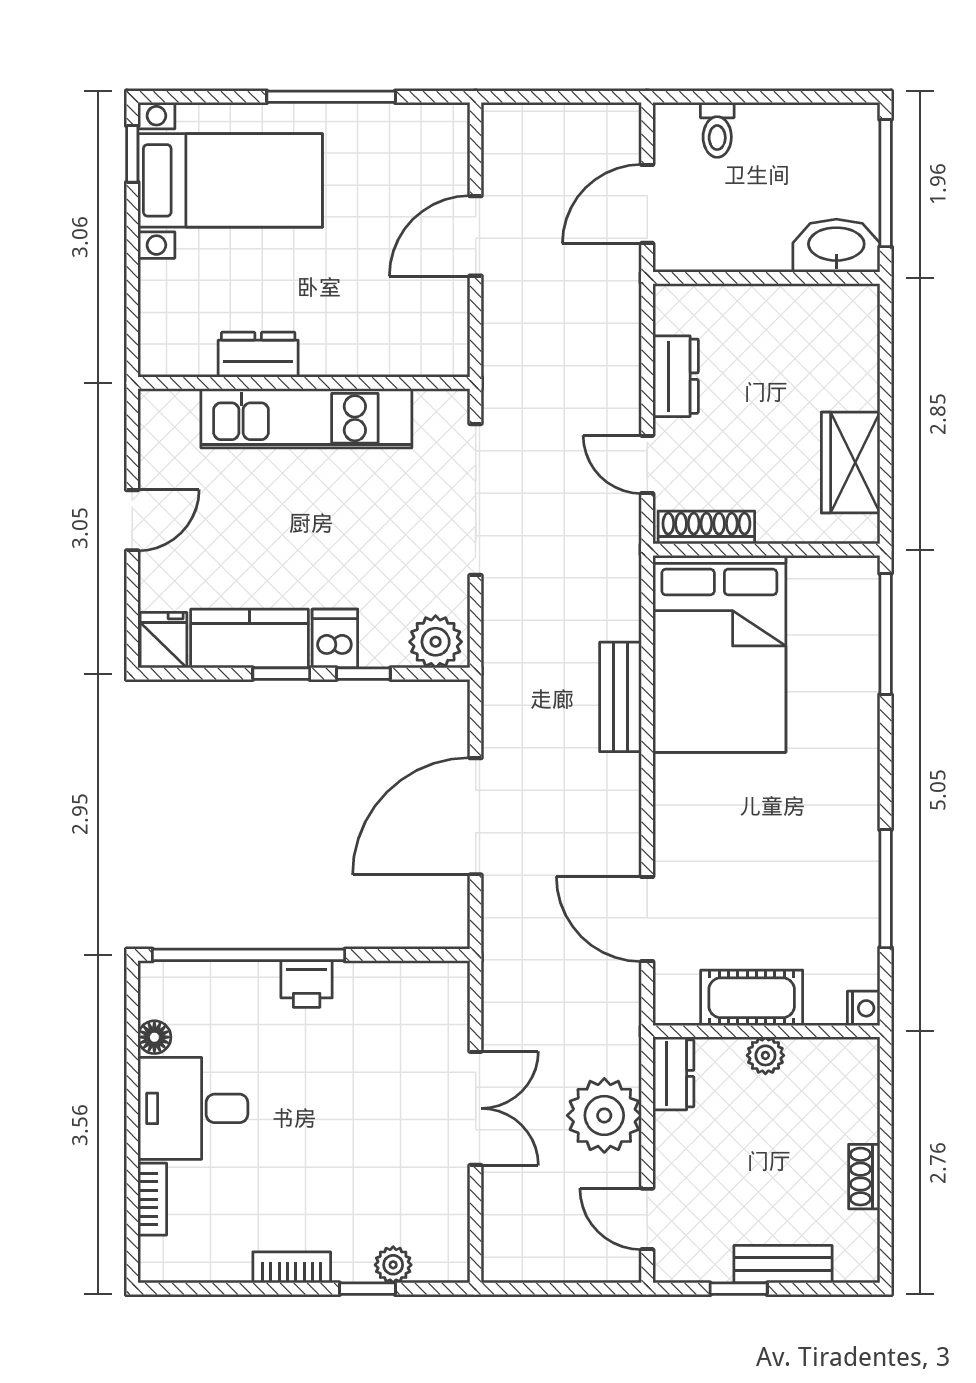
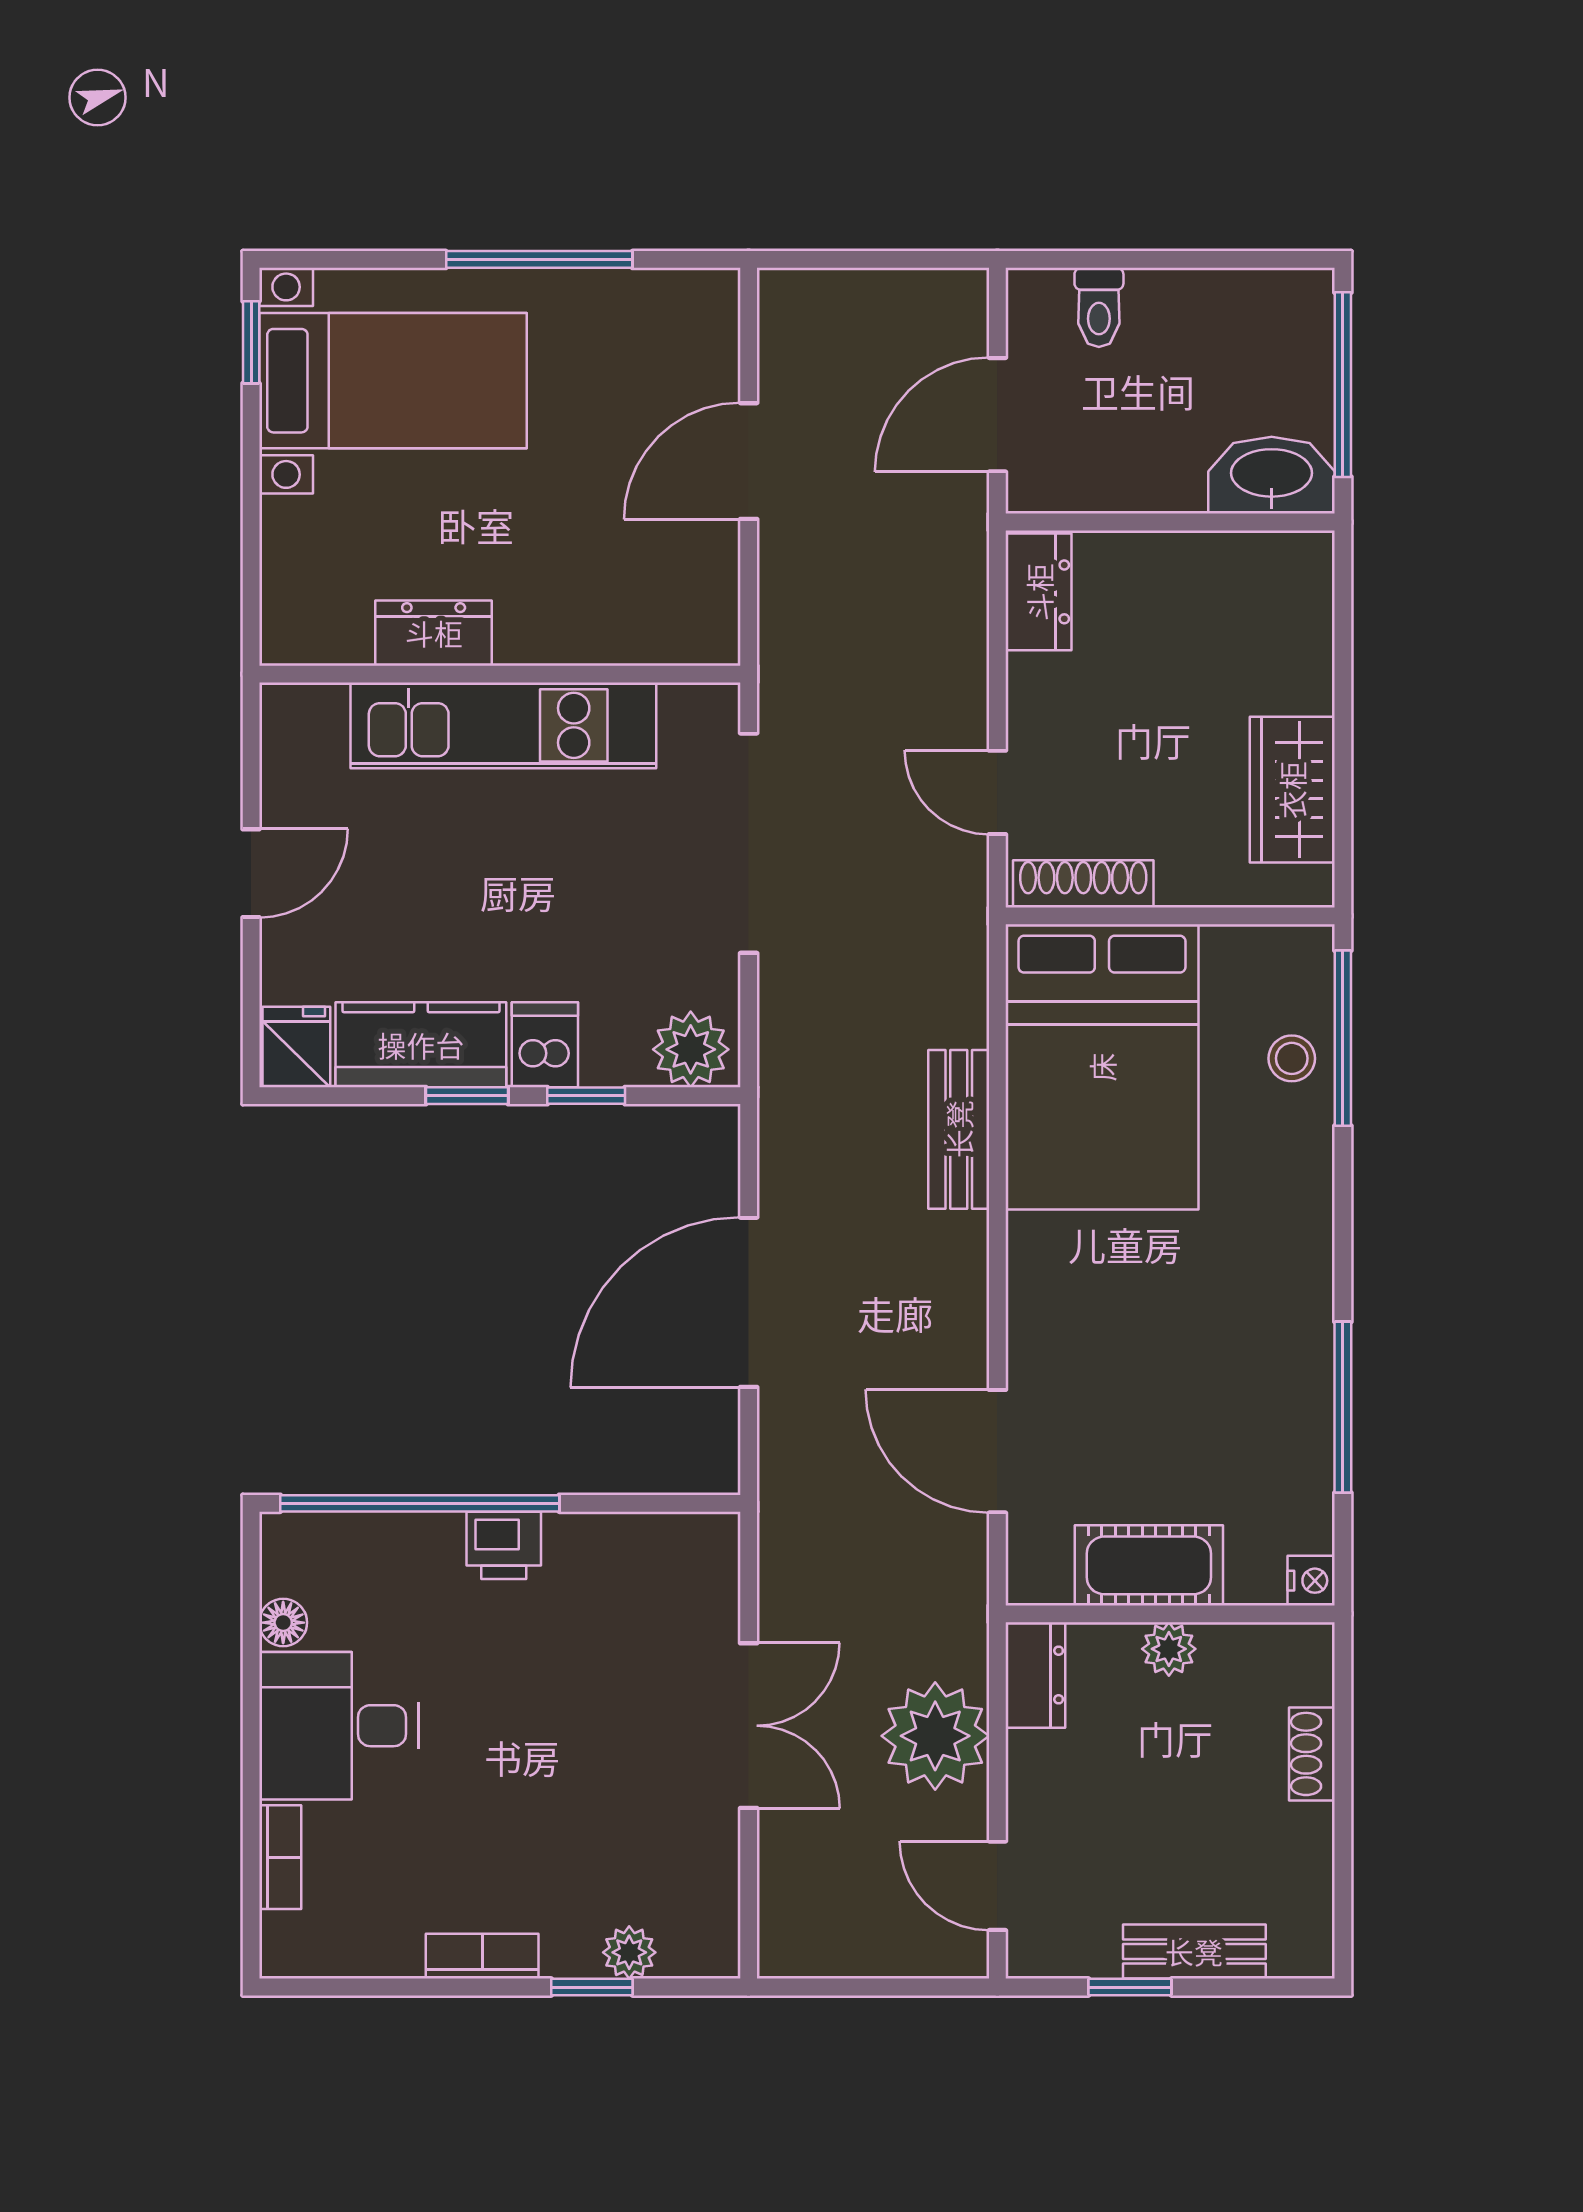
dresser: (676, 376) -> (1039, 592), moved
stool: (850, 648) -> (1292, 1058), added
shoe rack: (864, 1177) -> (1312, 1754), moved

